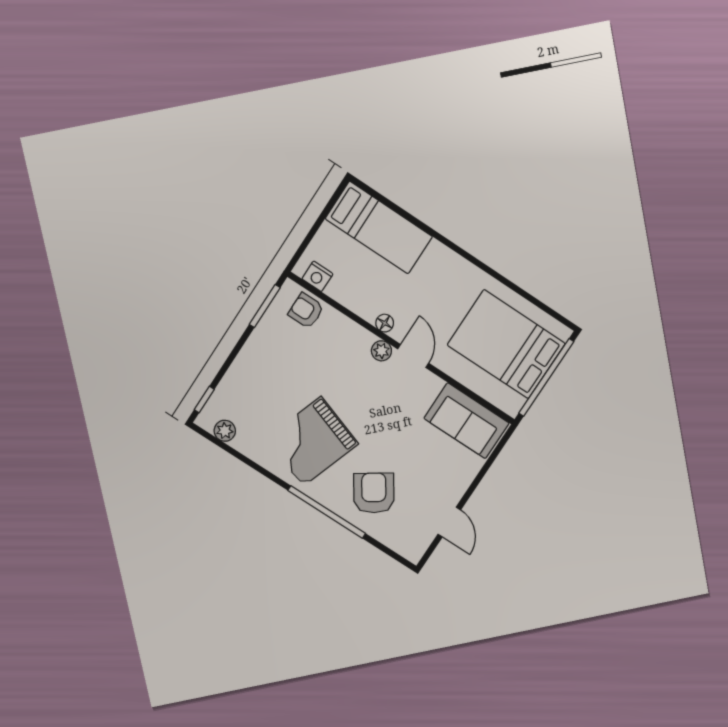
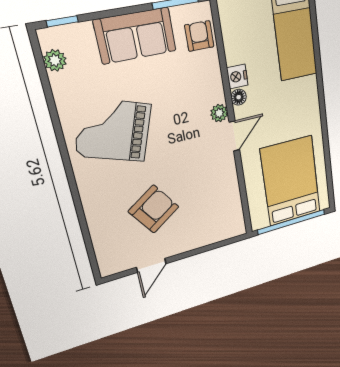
nightstand: (317, 276) -> (237, 76), moved
sofa: (467, 421) -> (135, 36), moved, turned -90
armchair: (374, 493) -> (154, 209), moved
window: (327, 512) -> (74, 190), removed

